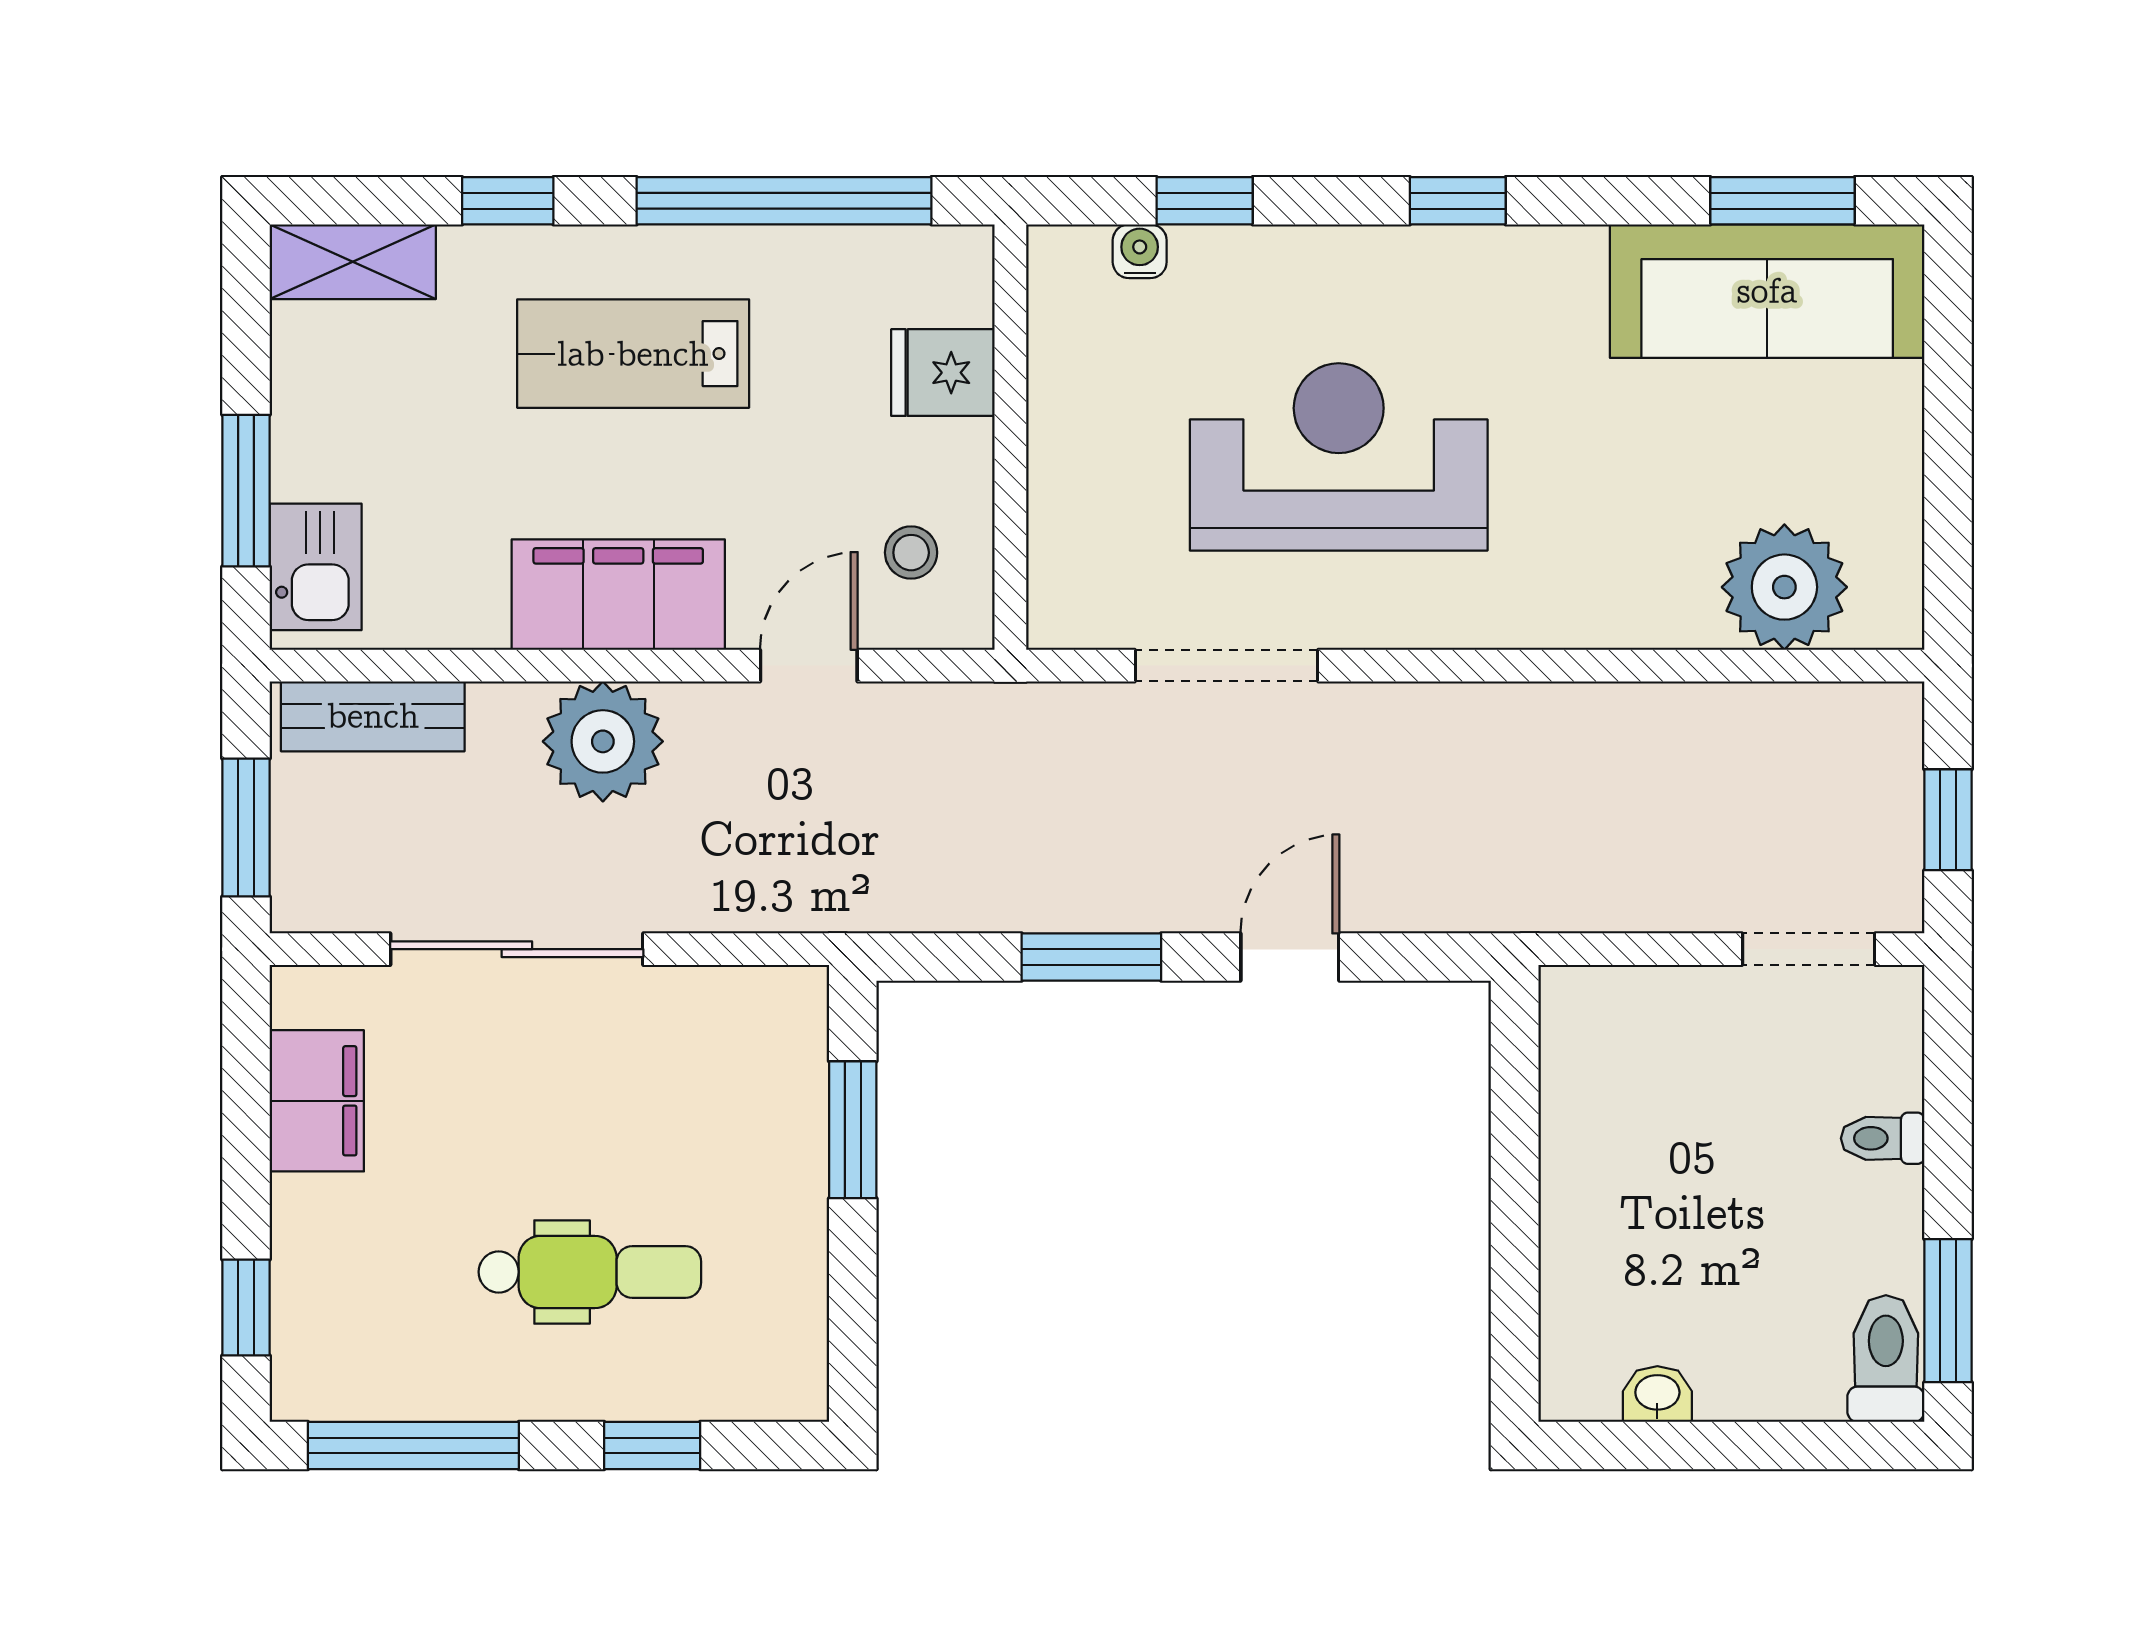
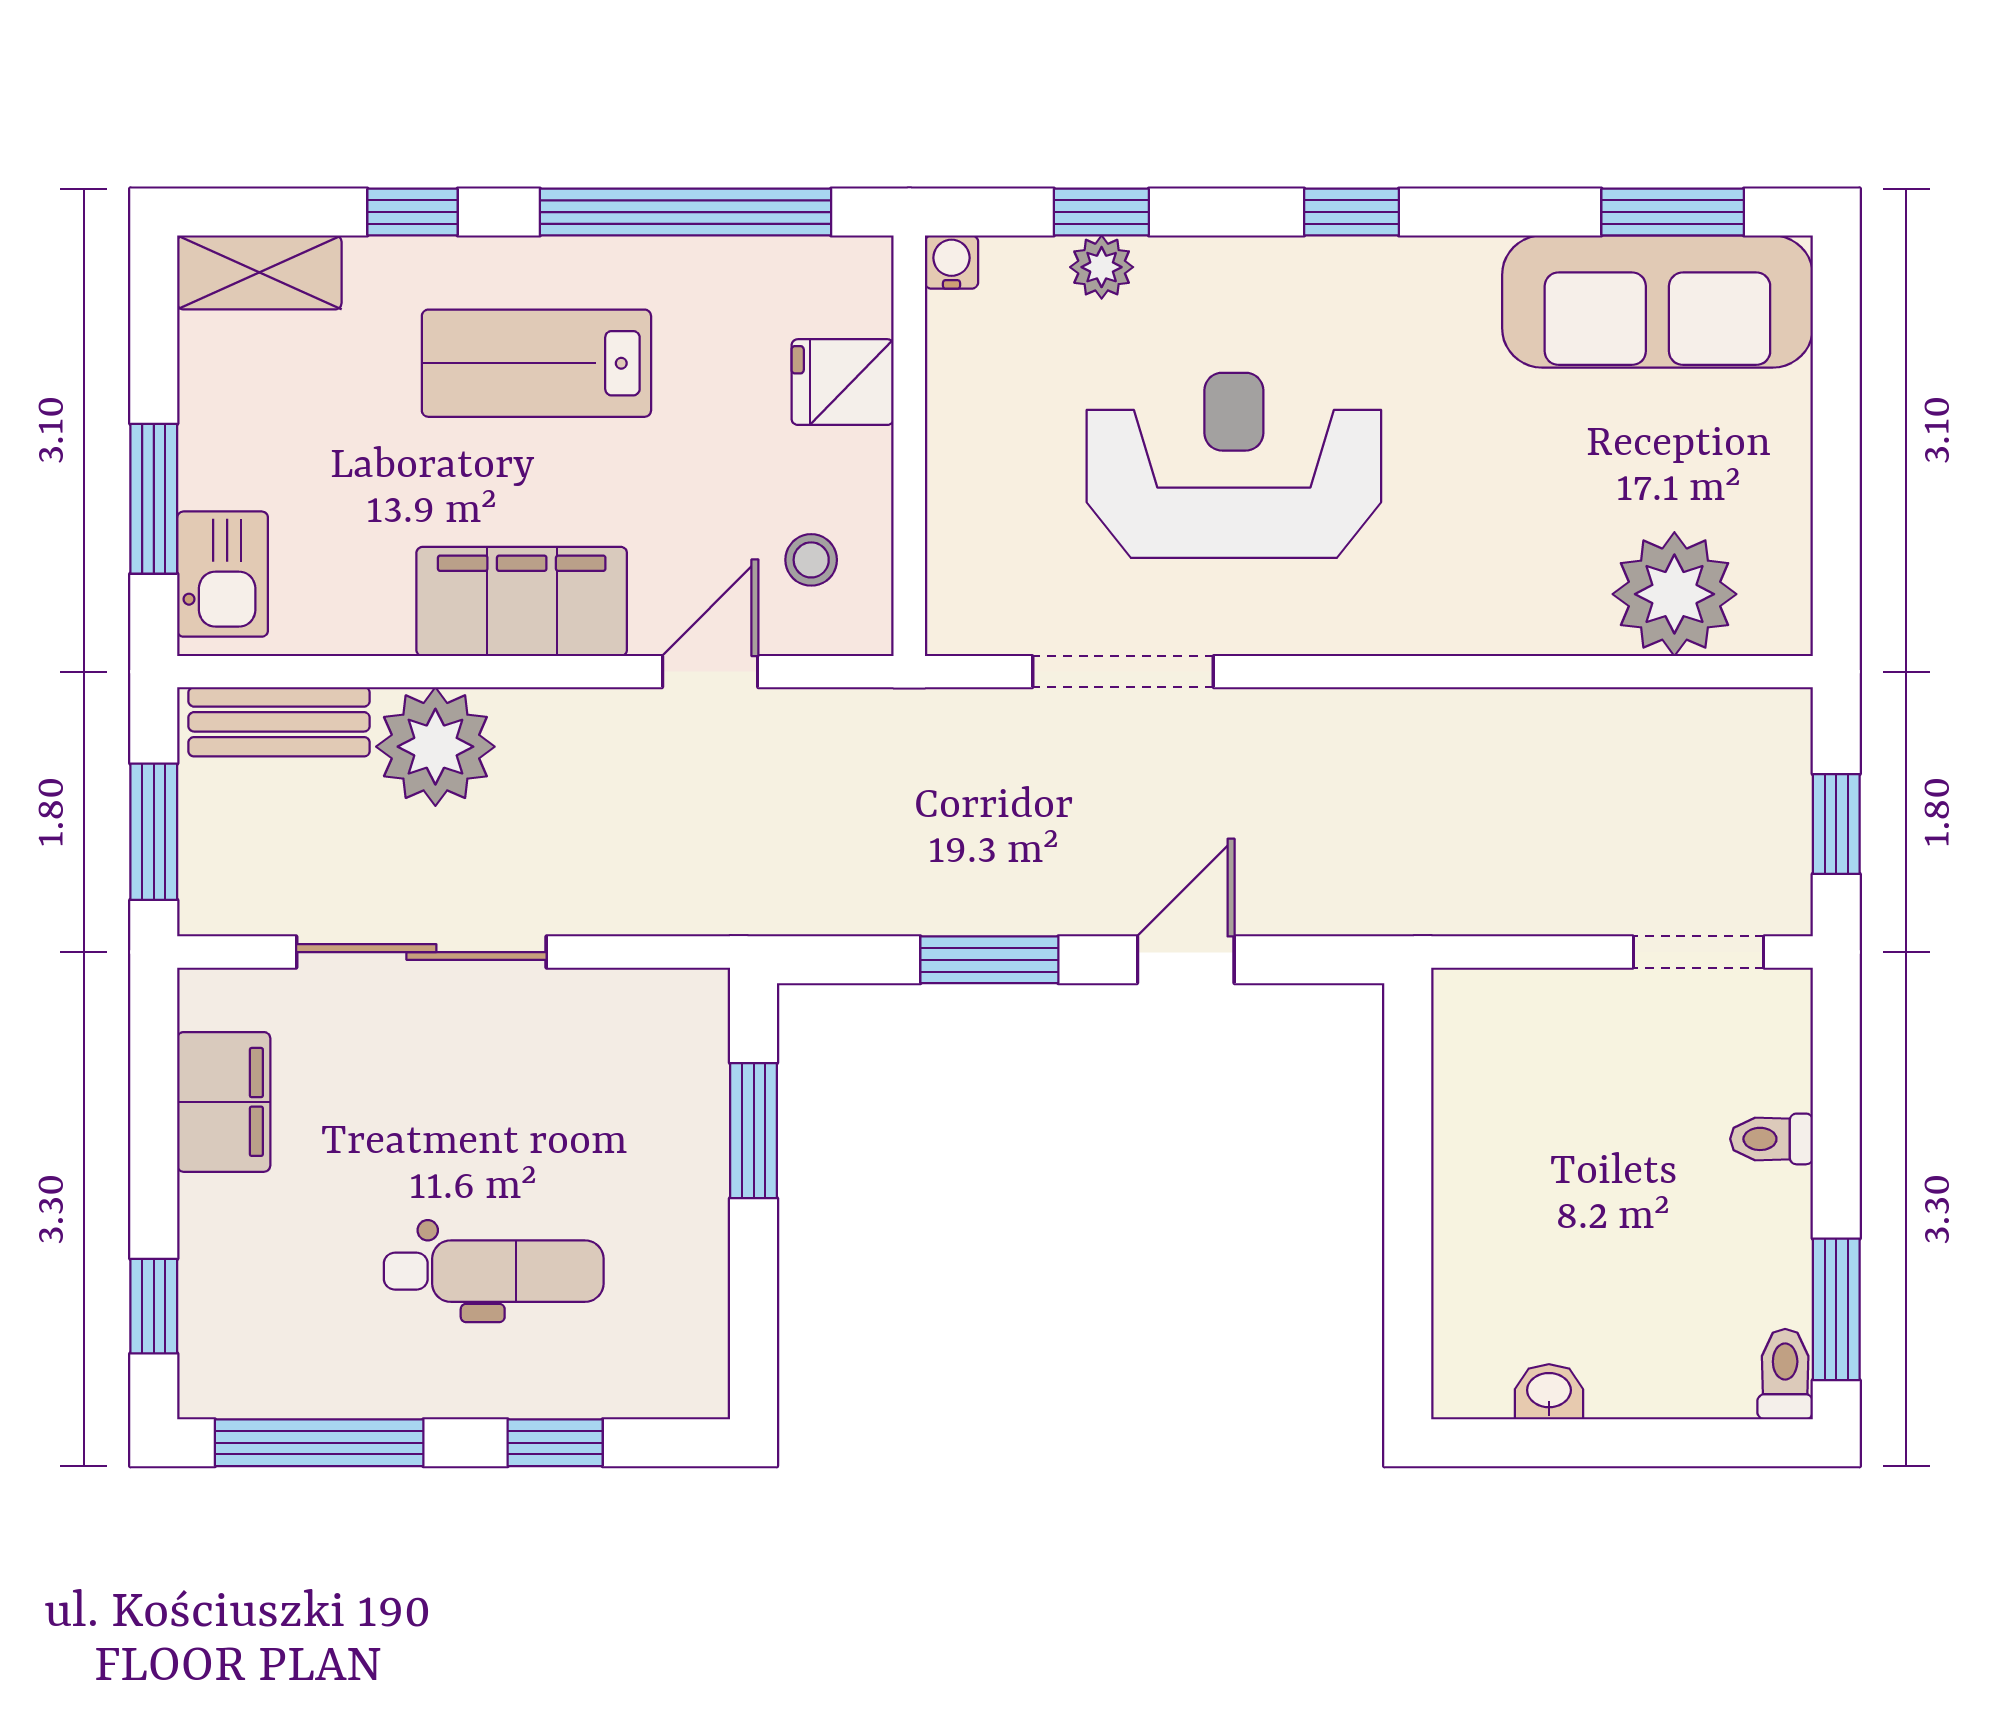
water cooler: (1140, 251) -> (951, 262), moved
plant: (1205, 256) -> (1102, 267), added
plant: (603, 741) -> (435, 747), moved
toilet: (1886, 1359) -> (1785, 1374), width x0.73, depth x0.72

